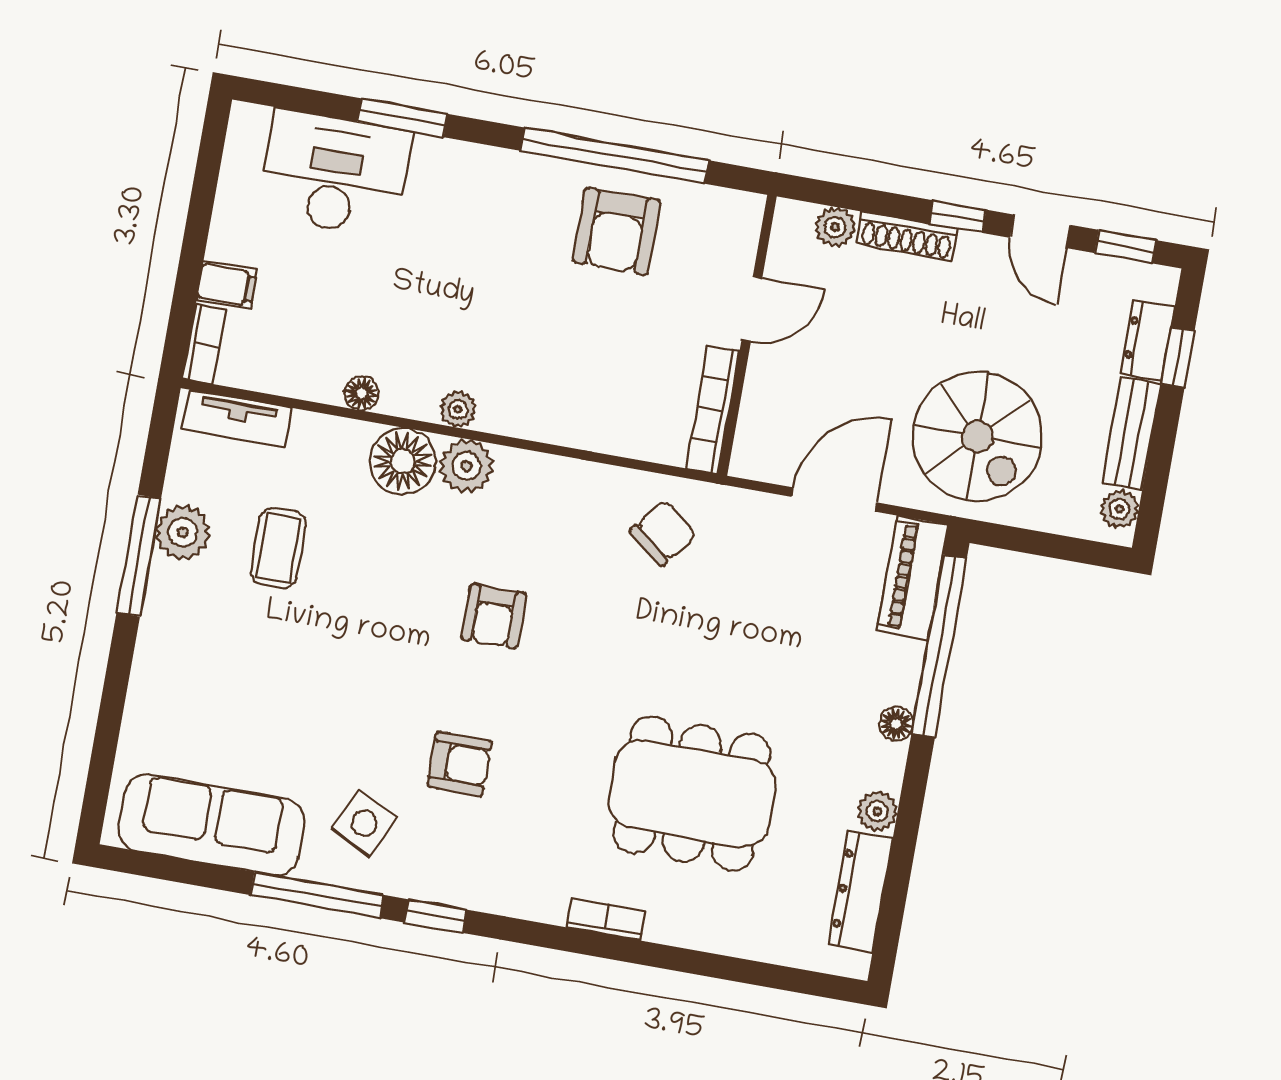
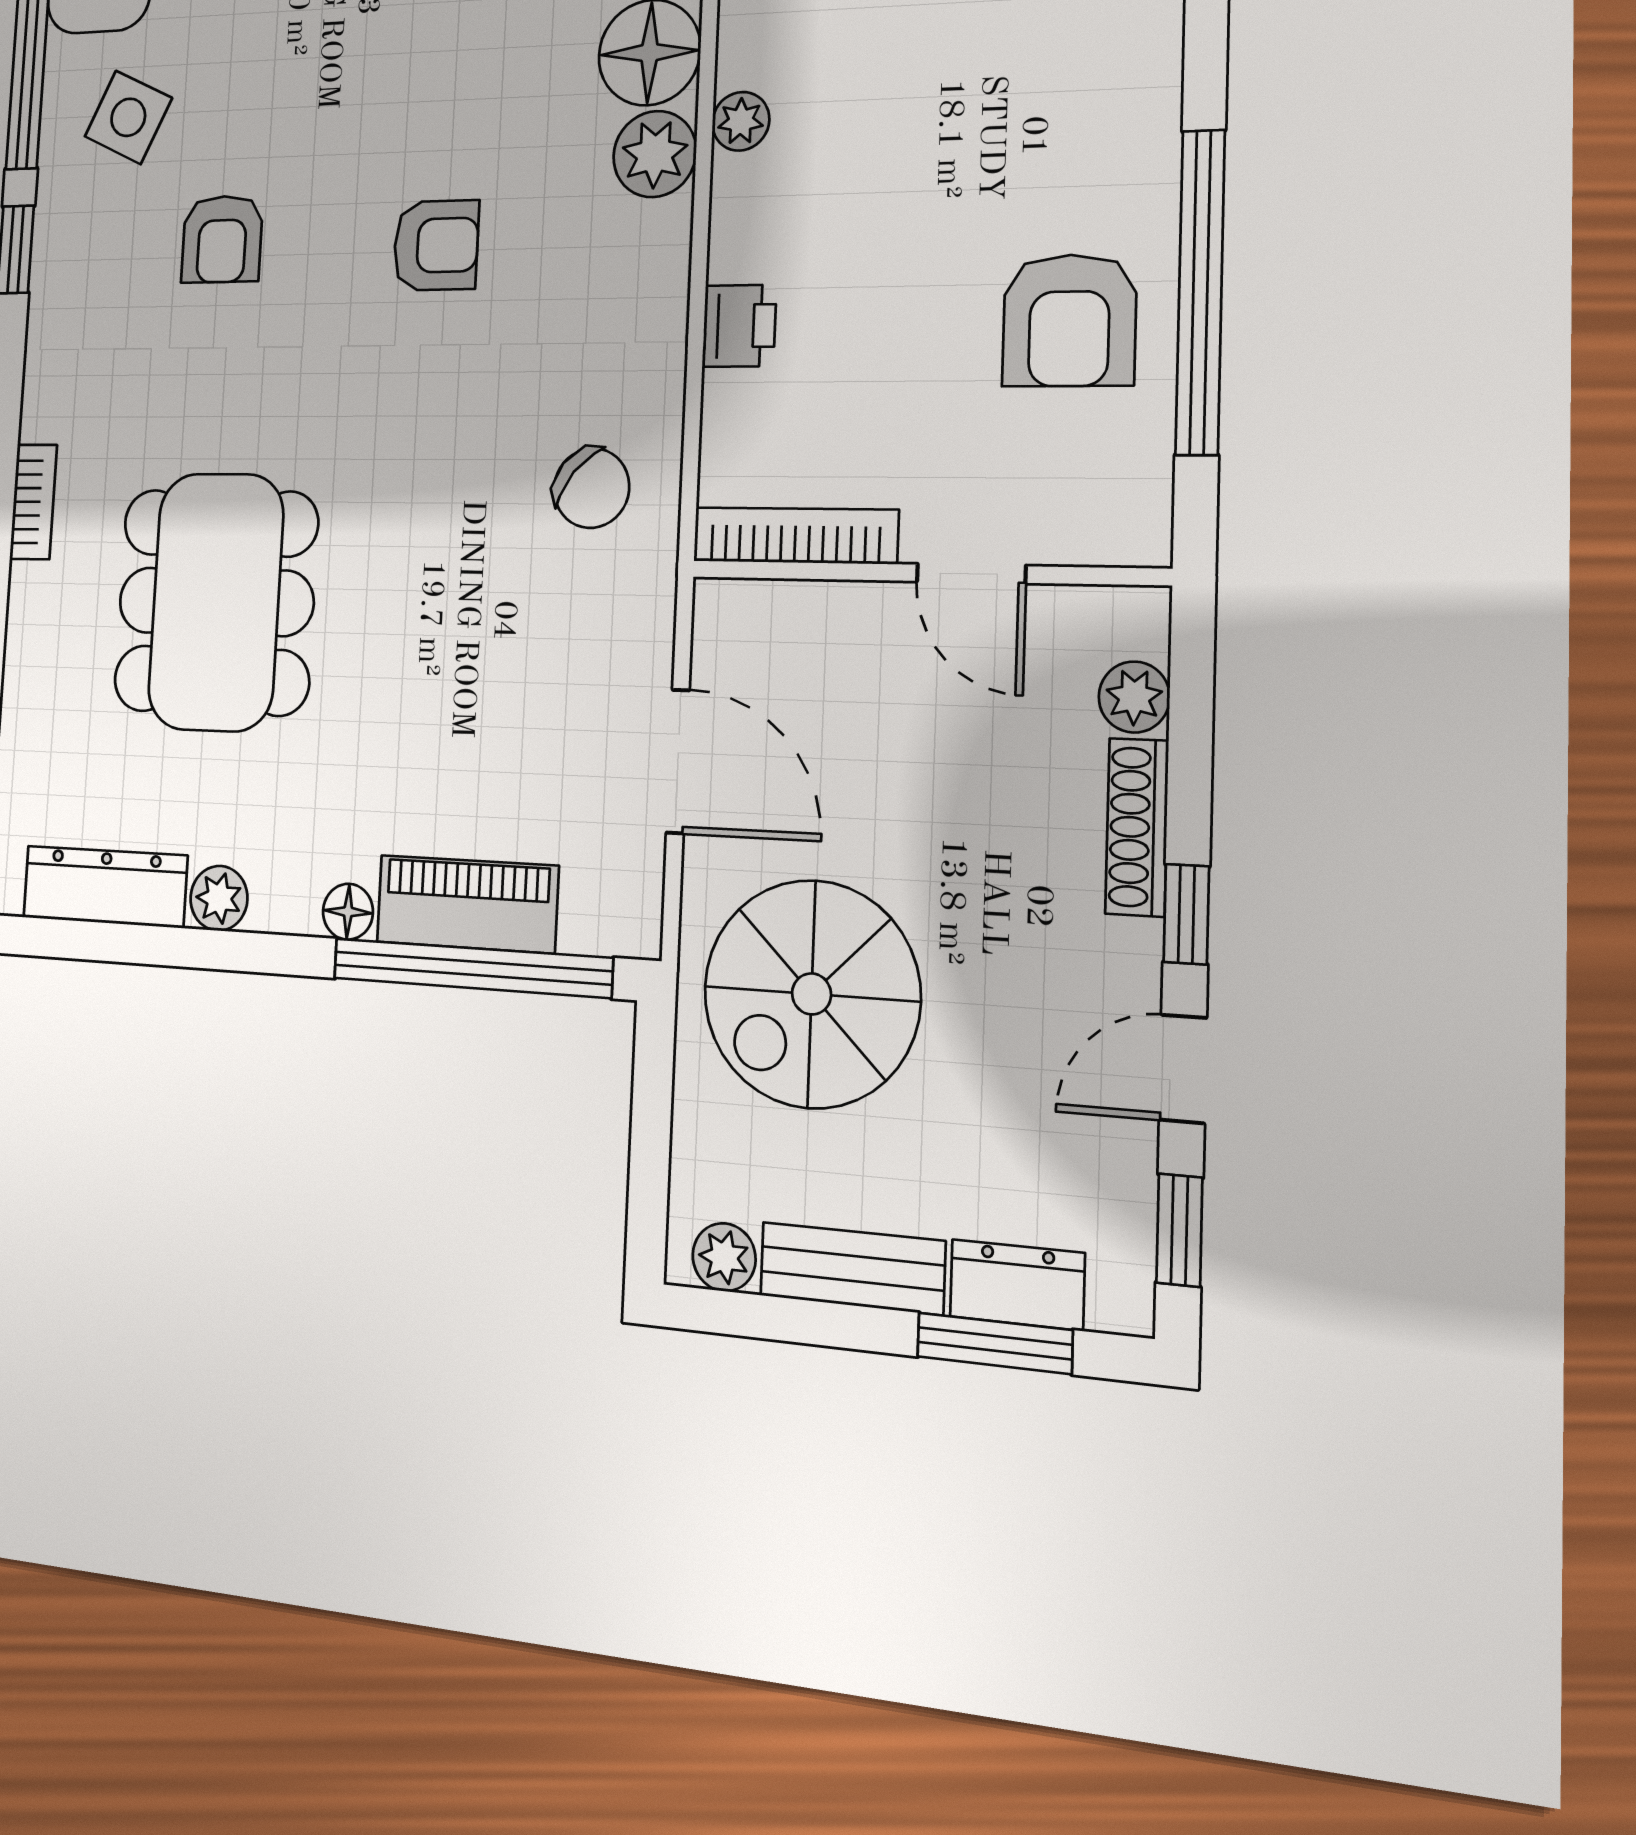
armchair: (617, 231) -> (1069, 320), turned -90
window: (1178, 358) -> (995, 1343), width x1.50
printer: (582, 427) -> (739, 326), added
piano: (913, 578) -> (467, 904), moved
armchair: (494, 616) -> (436, 245), turned 180

